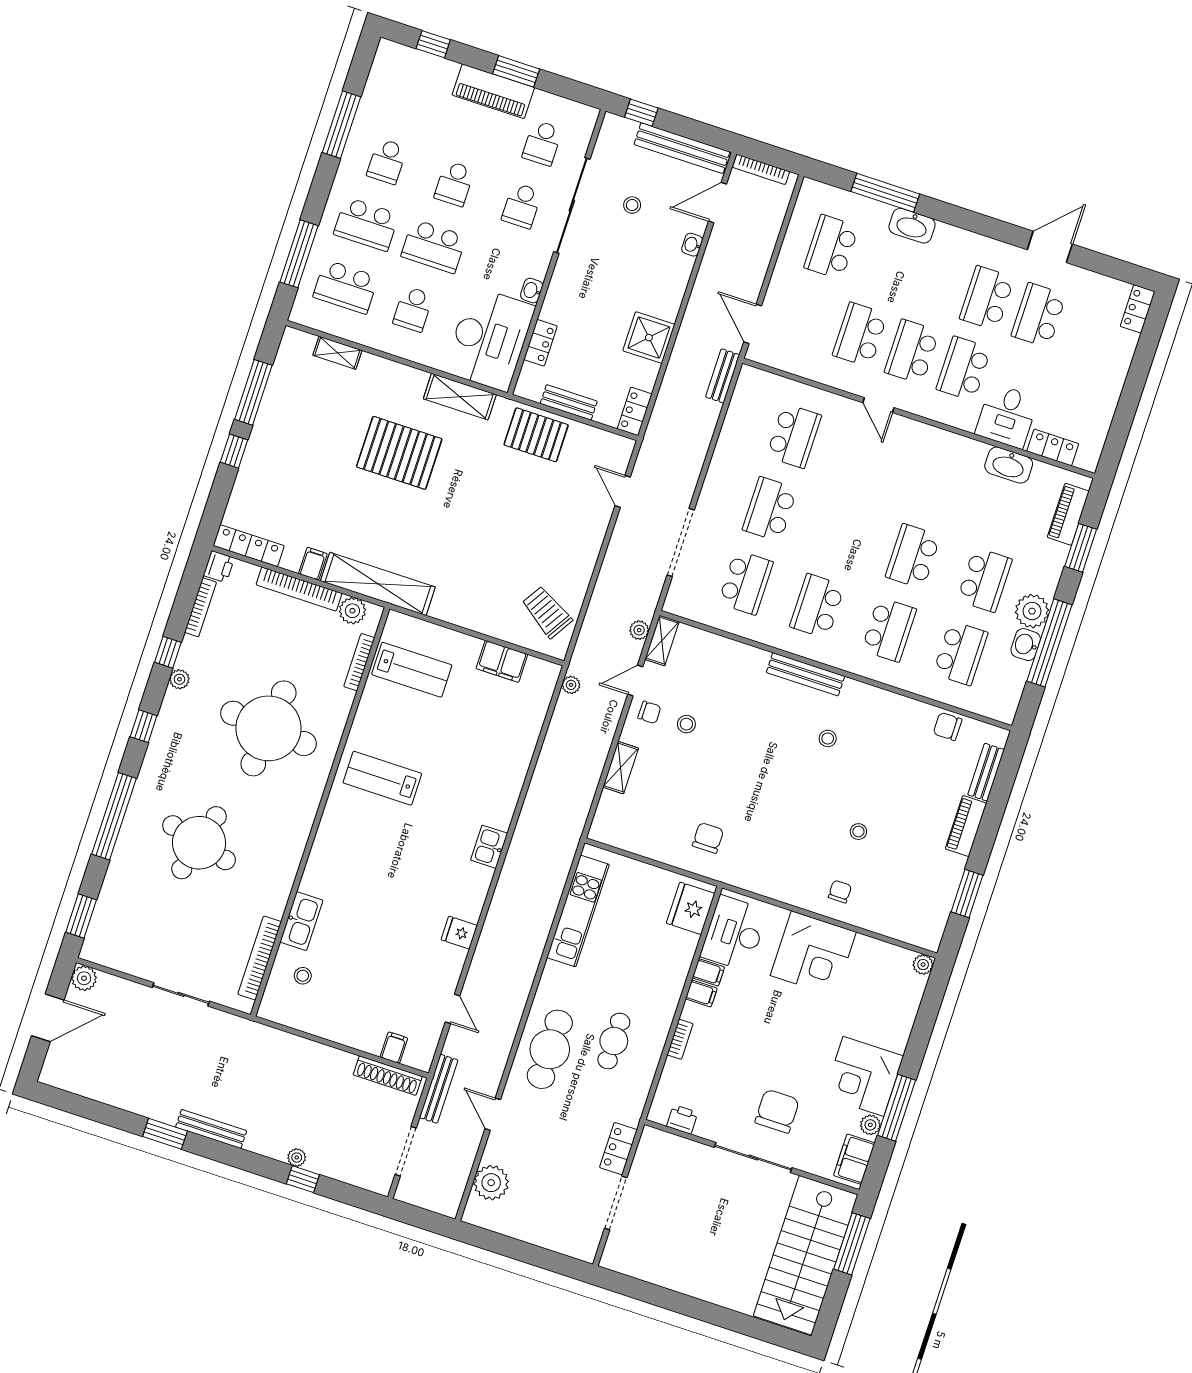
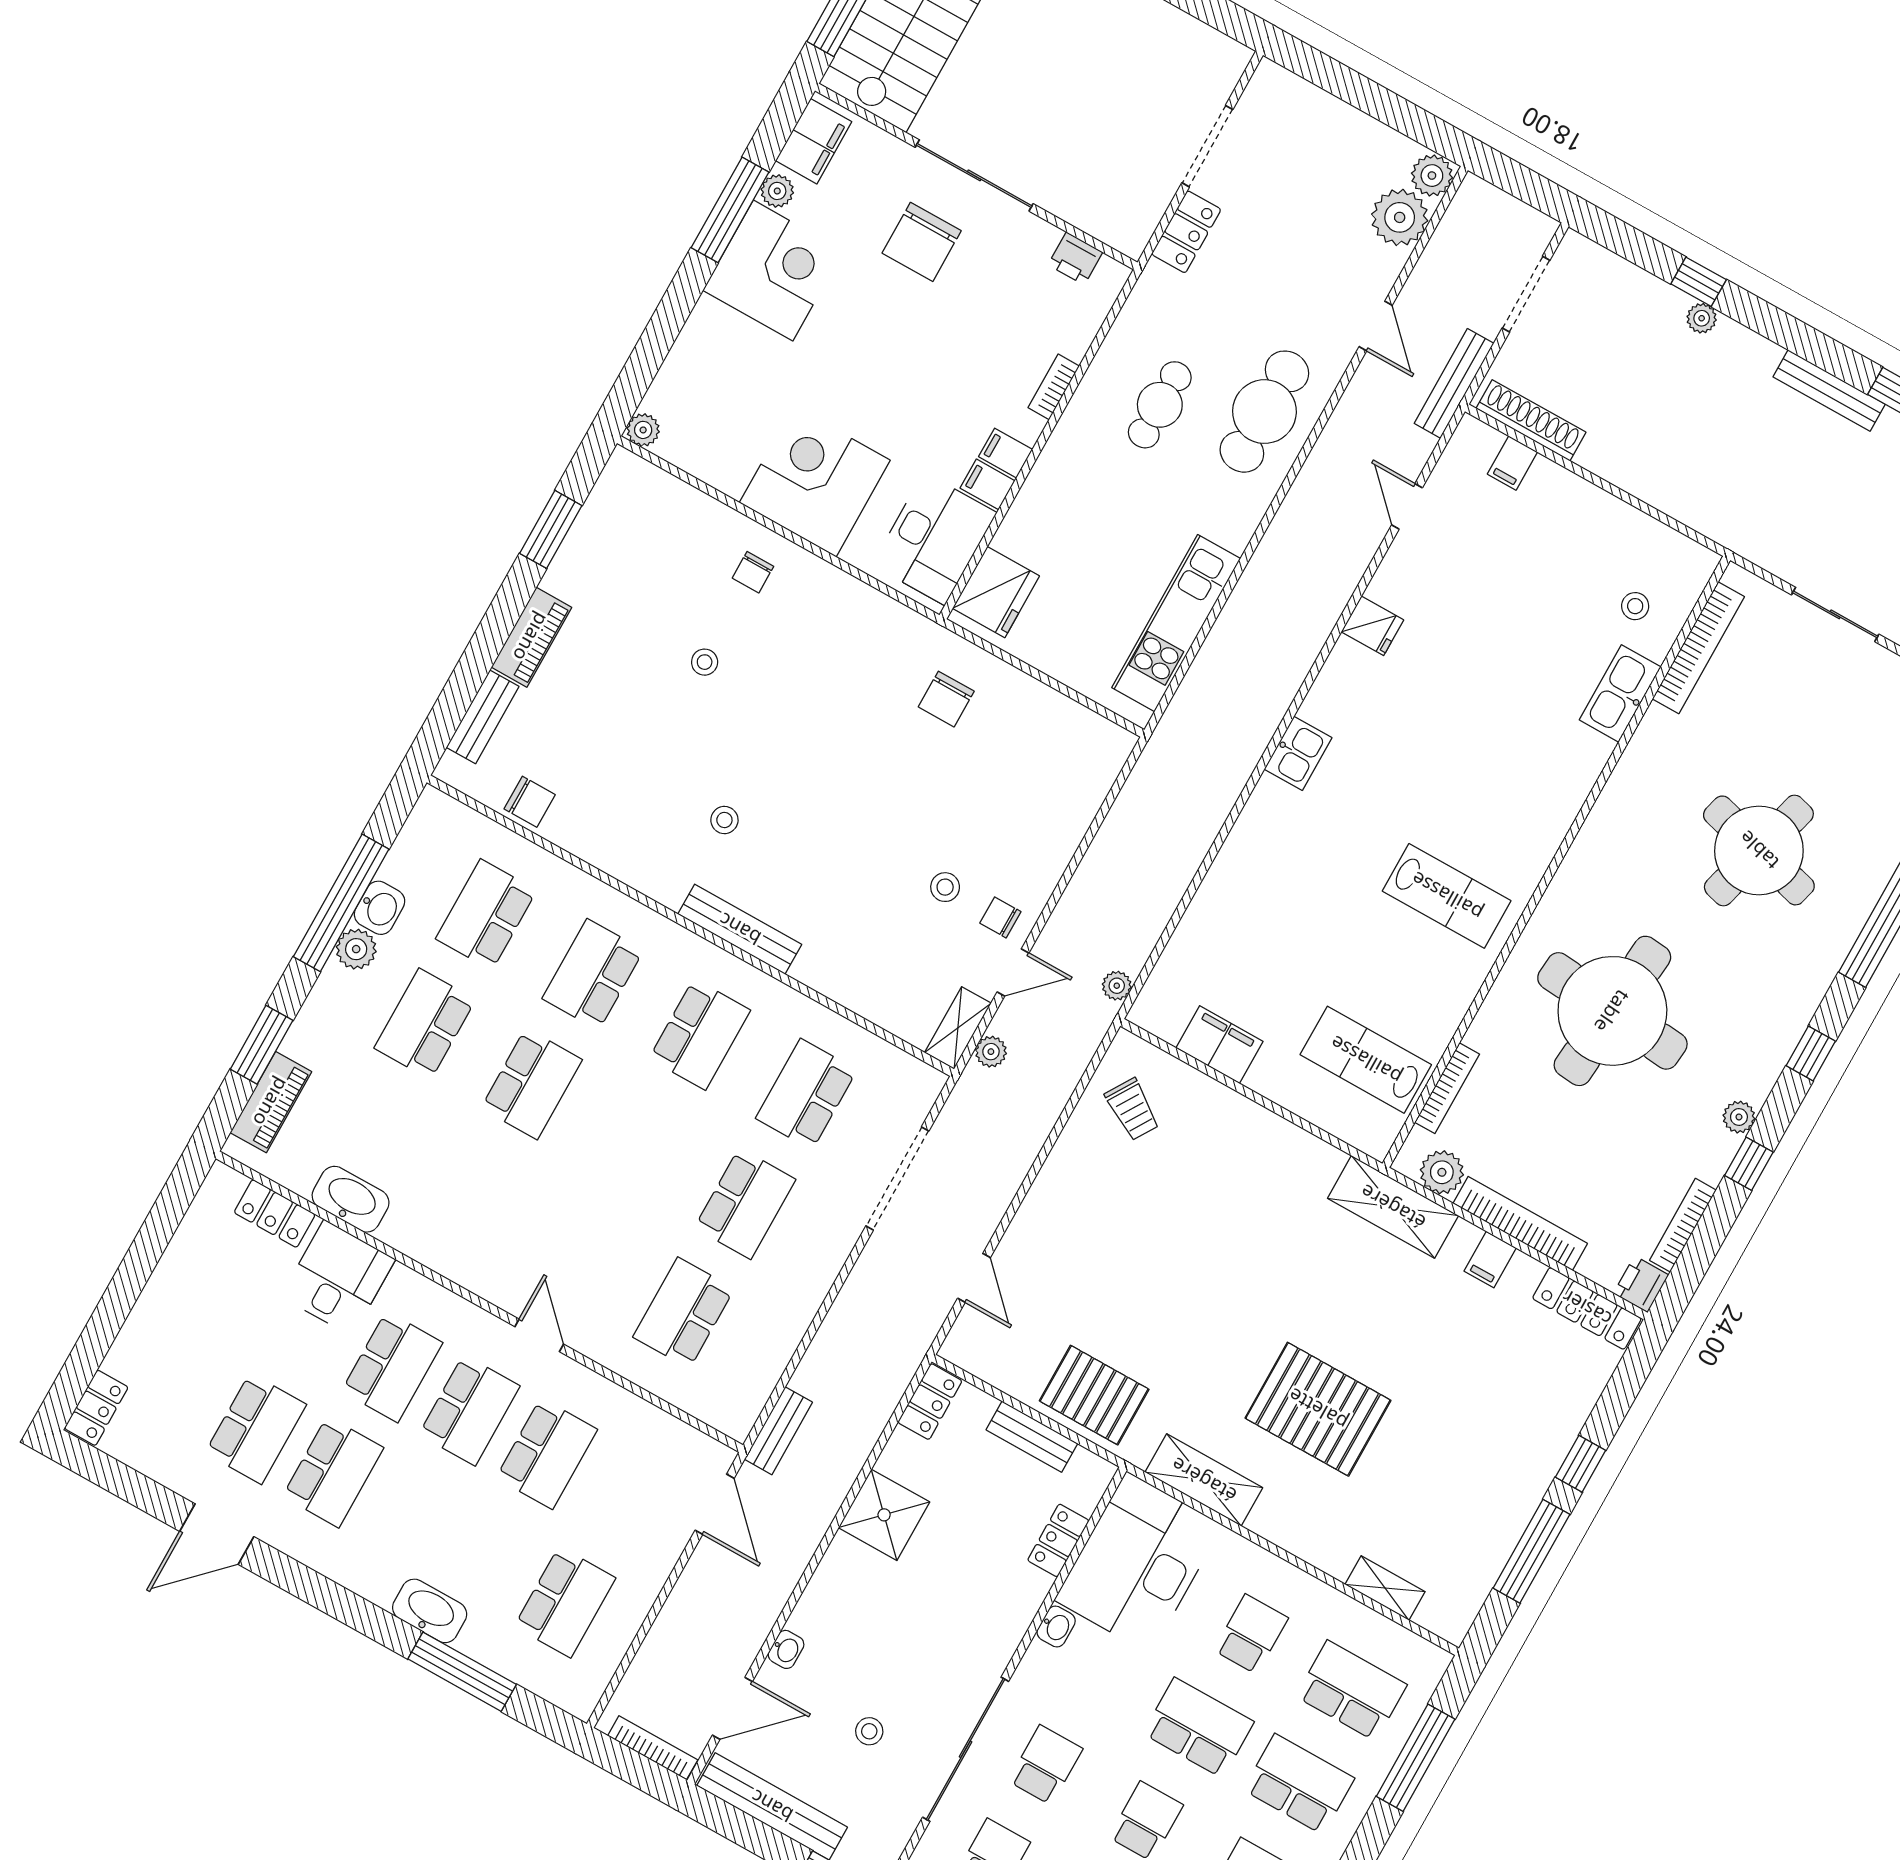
shelving: (378, 584) -> (1393, 1207), width x0.68
plant: (1032, 611) -> (356, 949), width x0.73, depth x0.73
trolley: (547, 612) -> (1132, 1109), width x0.73, depth x0.72
shelving: (621, 768) -> (1063, 838), removed
plant: (477, 1212) -> (1432, 176), added

